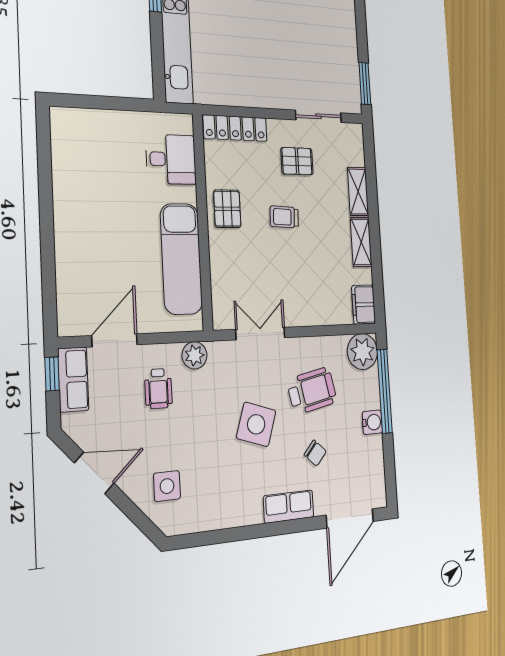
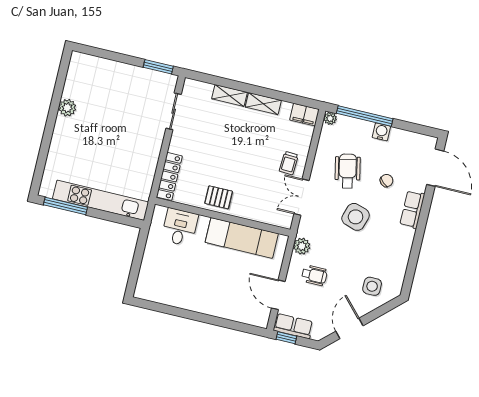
pallet: (297, 161) -> (200, 137), removed
trolley: (284, 217) -> (289, 163), moved
plant: (362, 352) -> (330, 118), width x0.53, depth x0.53

